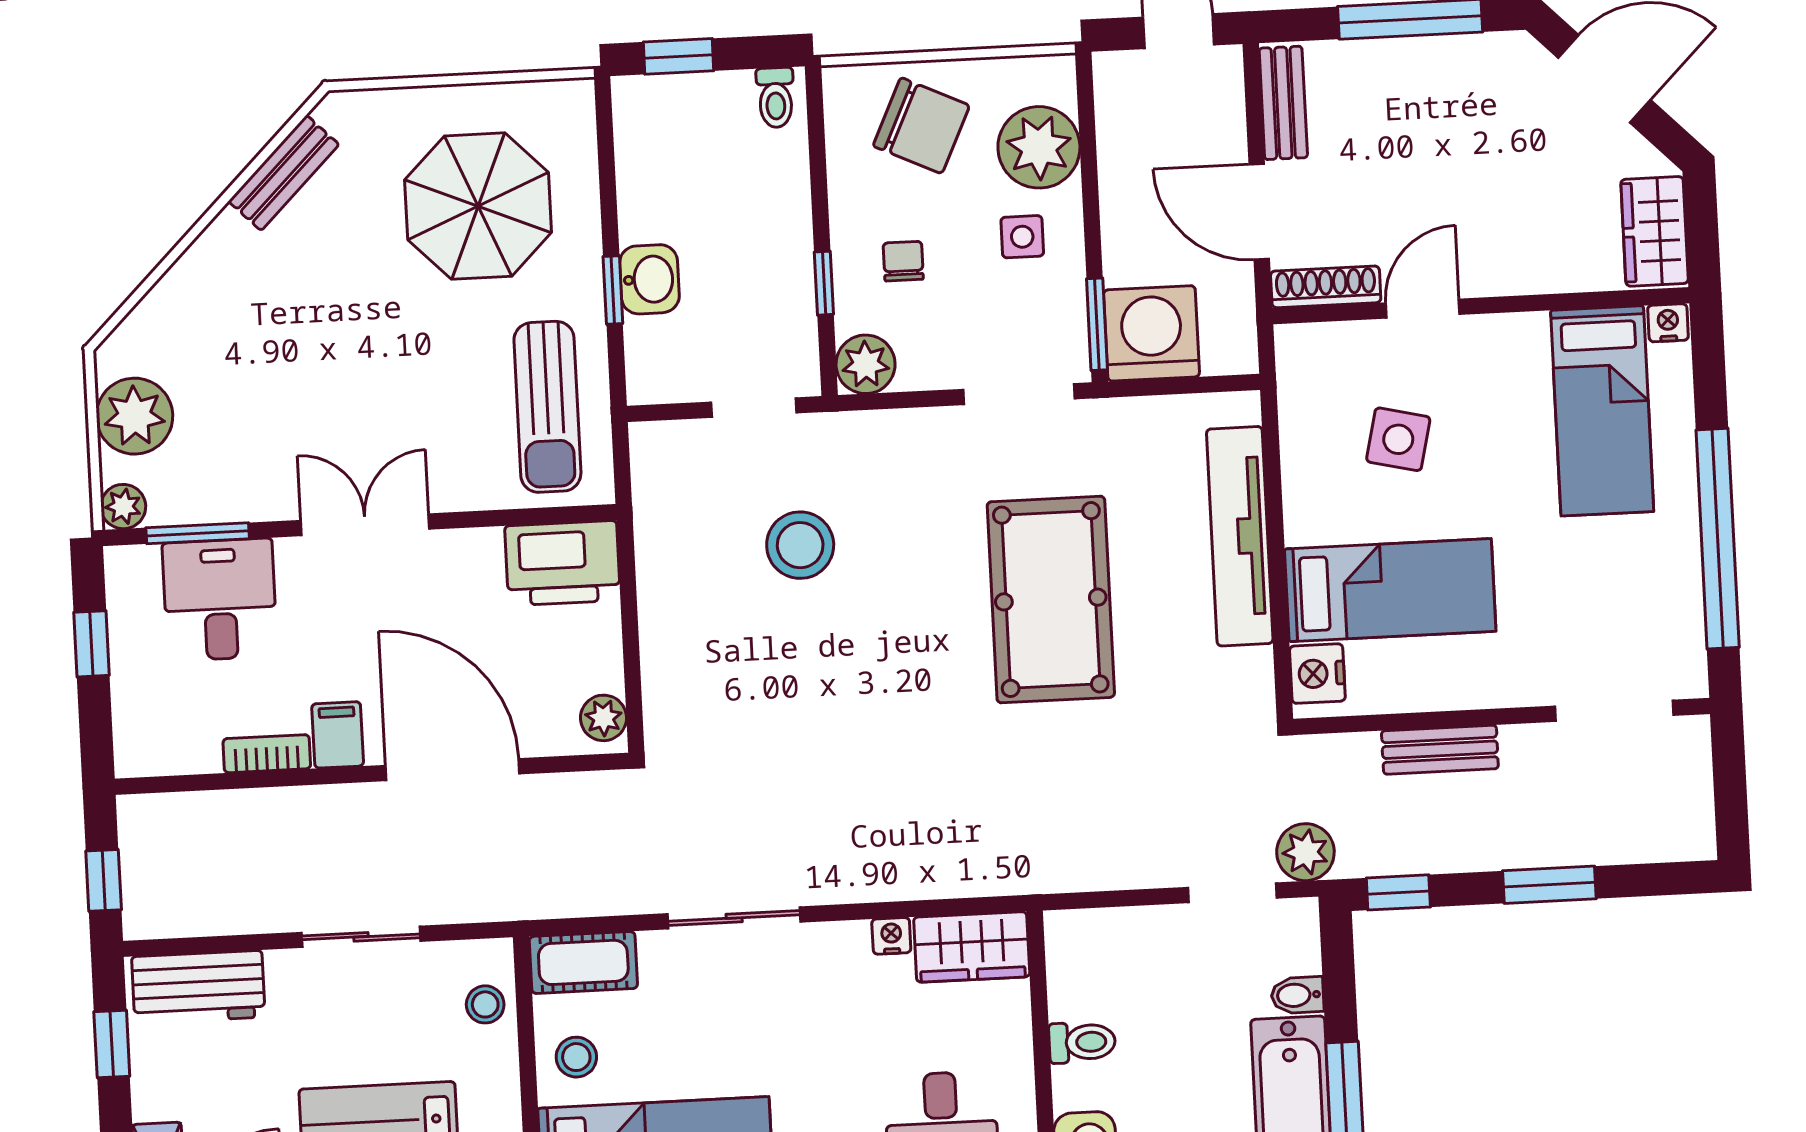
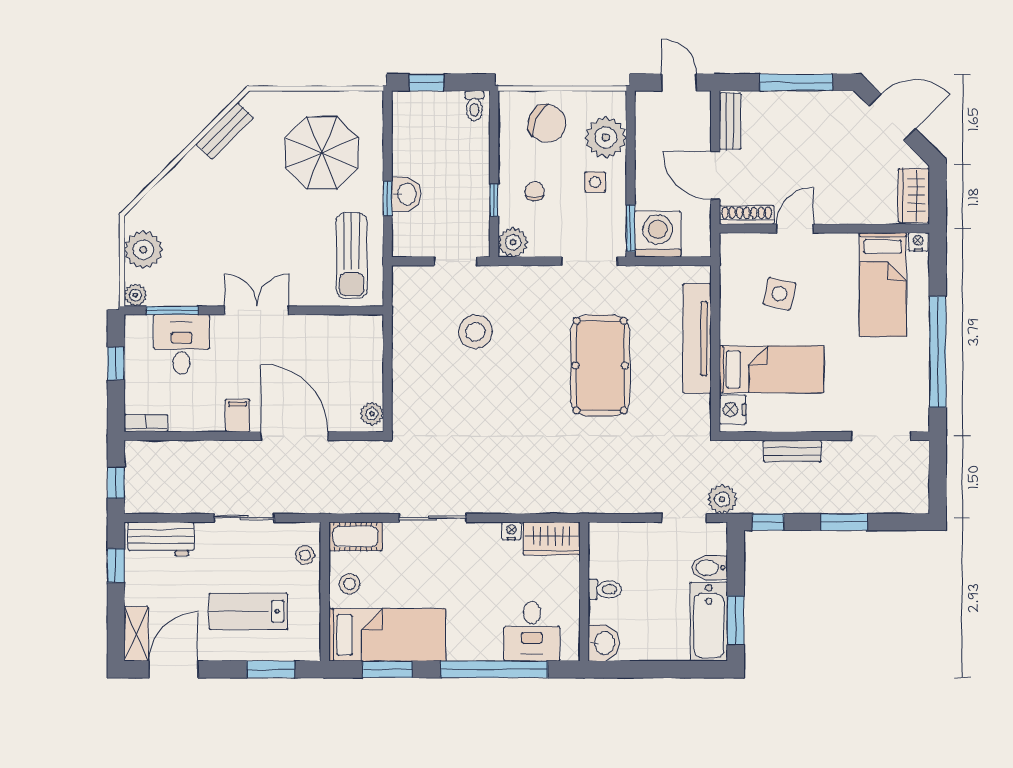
printer: (563, 563) -> (355, 335), removed
bookcase: (267, 754) -> (146, 423), moved
bidet: (1297, 995) -> (710, 568), width x1.38, depth x1.36

